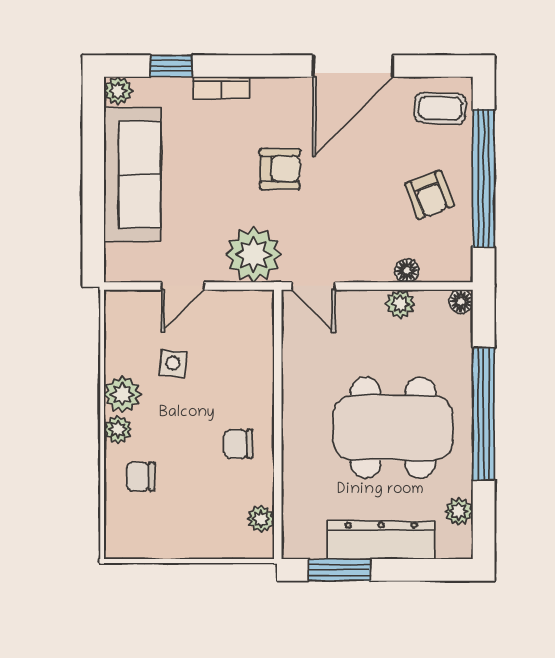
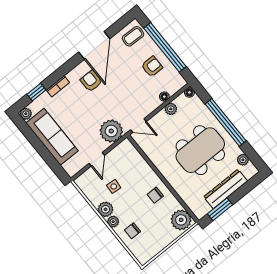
armchair: (280, 169) -> (91, 81), moved, turned -90
armchair: (430, 195) -> (152, 67), turned -69
plant: (261, 519) -> (181, 220), width x1.87, depth x1.87

